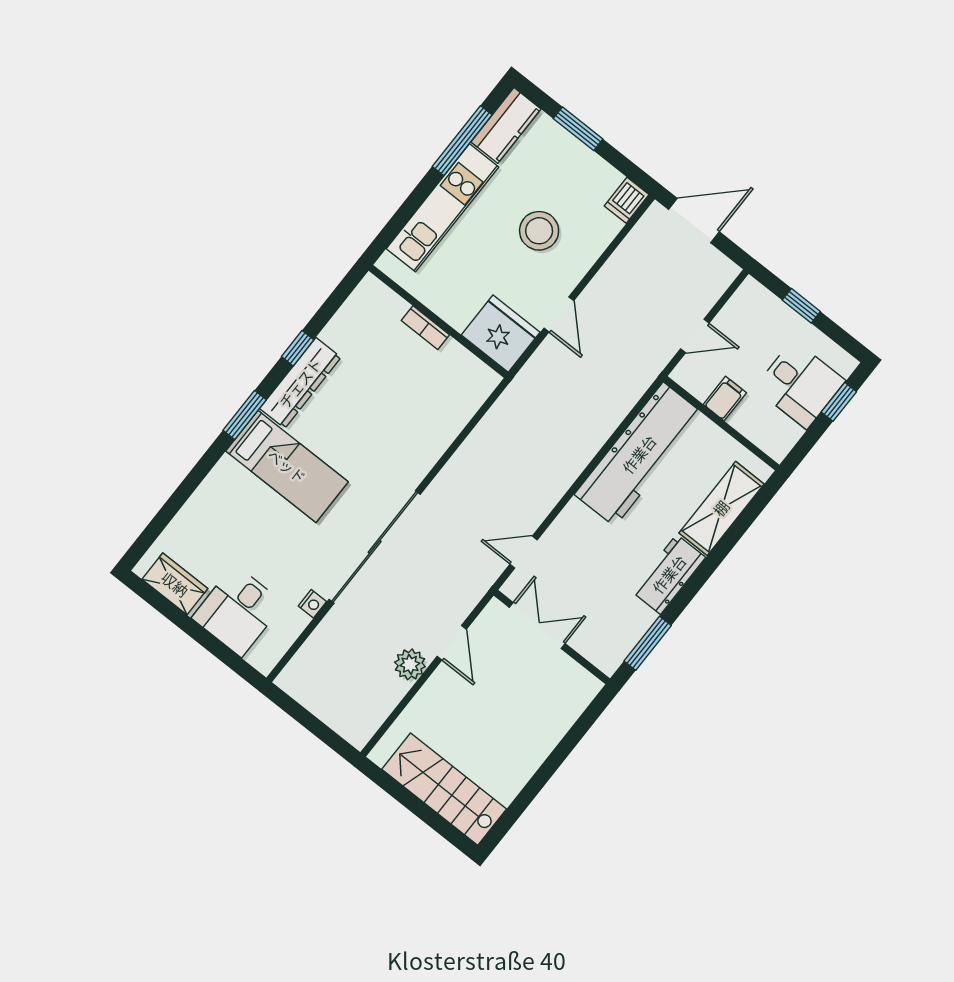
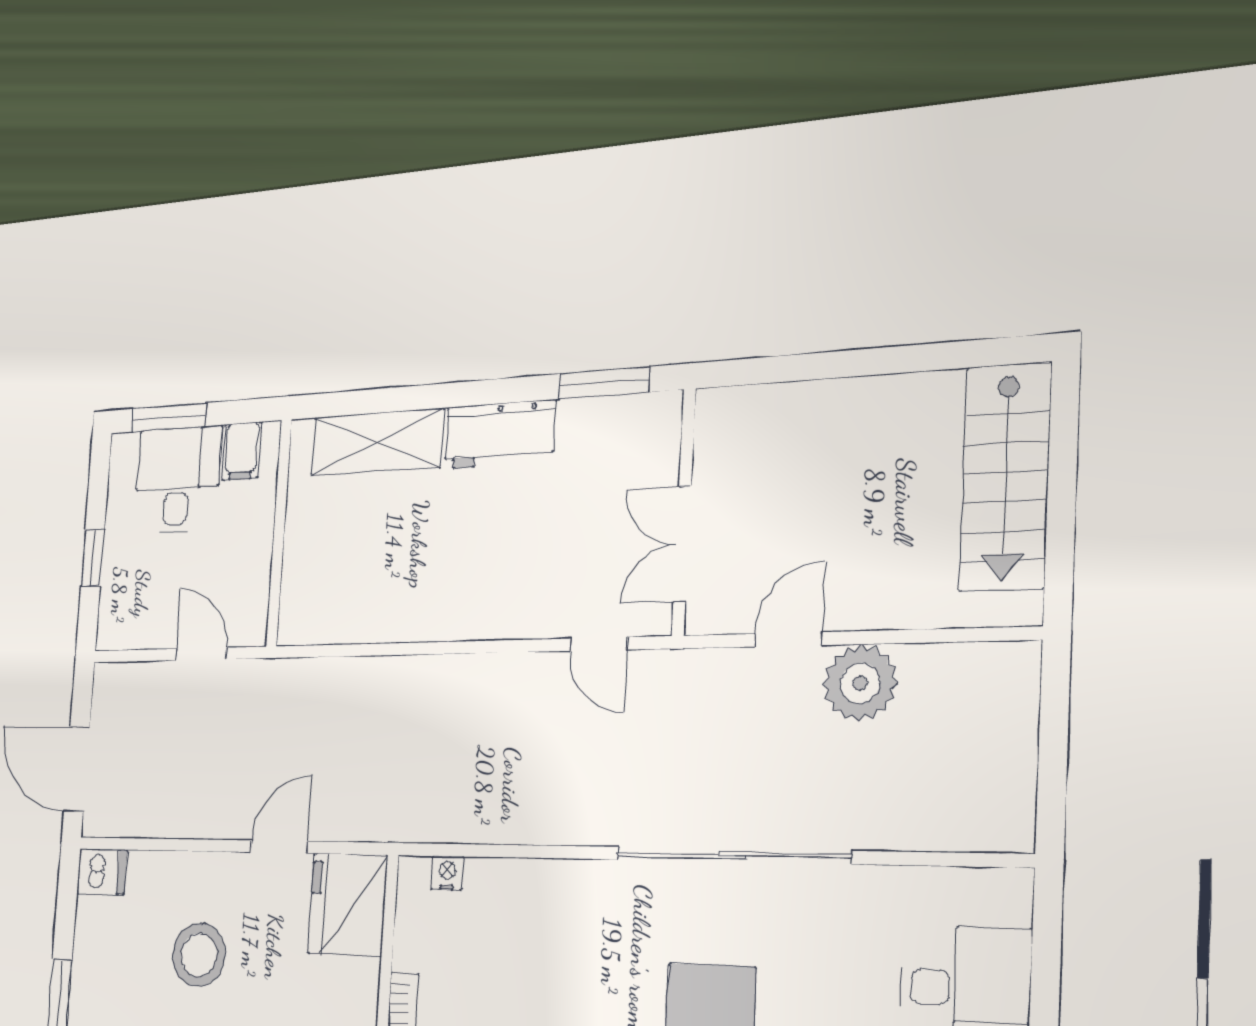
filing cabinet: (725, 399) -> (242, 451), moved, turned -90
window: (839, 402) -> (169, 417), width x1.50
workbench: (639, 454) -> (379, 601), removed
nightstand: (312, 604) -> (447, 873), moved
plant: (410, 664) -> (860, 683), width x1.36, depth x1.36

